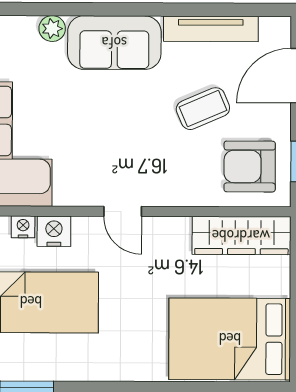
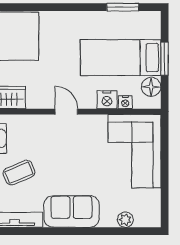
plant: (52, 29) -> (125, 220), moved

